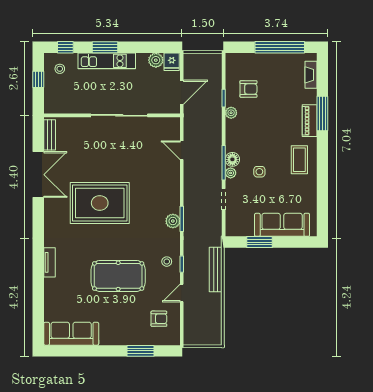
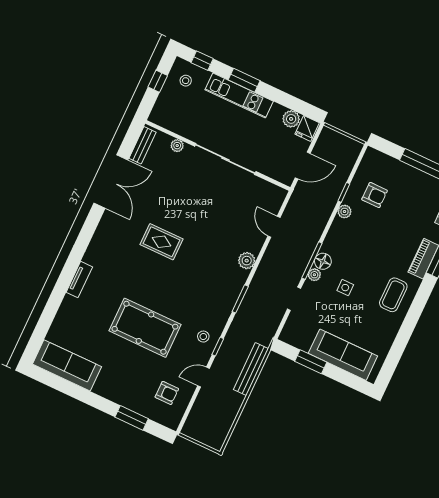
plant: (77, 122) -> (177, 146), added
rug: (100, 203) -> (162, 242), width x0.54, depth x0.49
plant: (173, 221) -> (247, 261), moved

